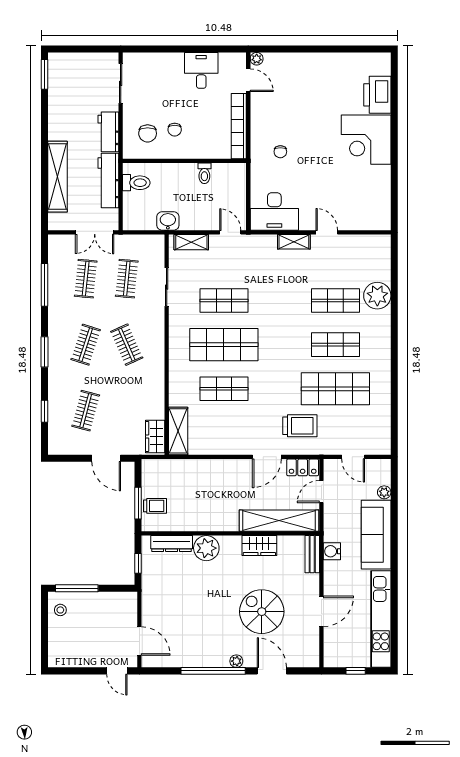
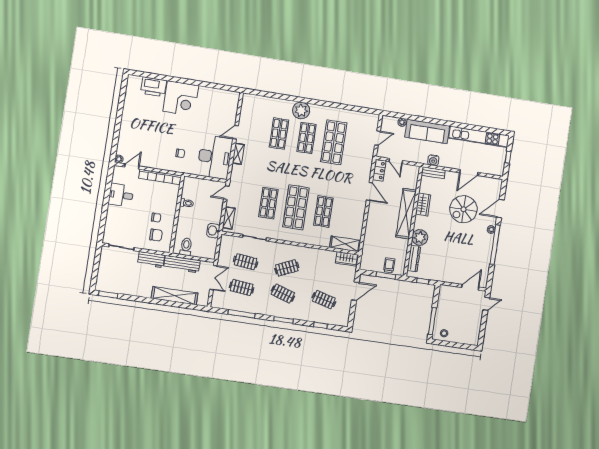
desk: (274, 211) -> (215, 157), width x1.36, depth x1.30
plant: (377, 296) -> (301, 110), moved
trolley: (300, 426) -> (353, 168), removed
shelving: (279, 521) -> (406, 214), moved
door: (321, 611) -> (469, 173), swing flipped

